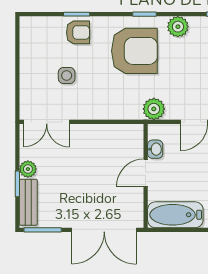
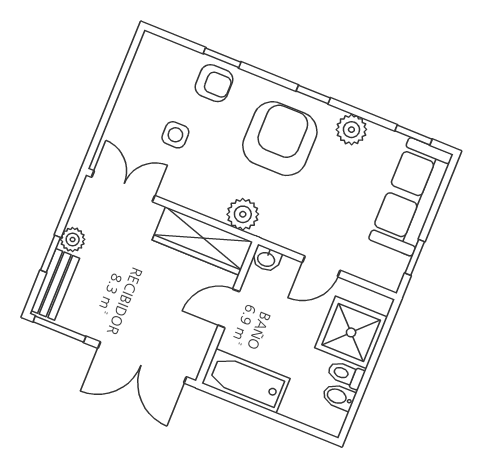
armchair: (134, 51) -> (280, 139), turned -90
plant: (154, 109) -> (243, 214), moved
double door: (47, 122) -> (123, 186), swing flipped
wardrobe: (111, 136) -> (202, 241), added
washbasin: (155, 149) -> (266, 259), moved, turned 90

